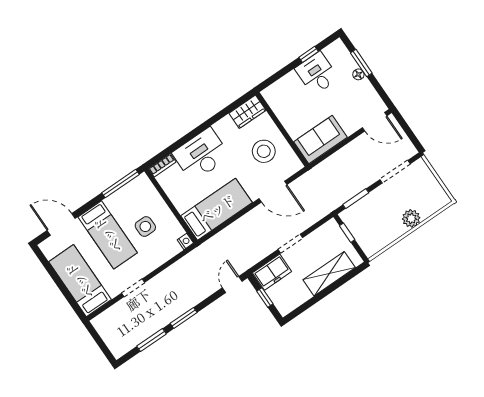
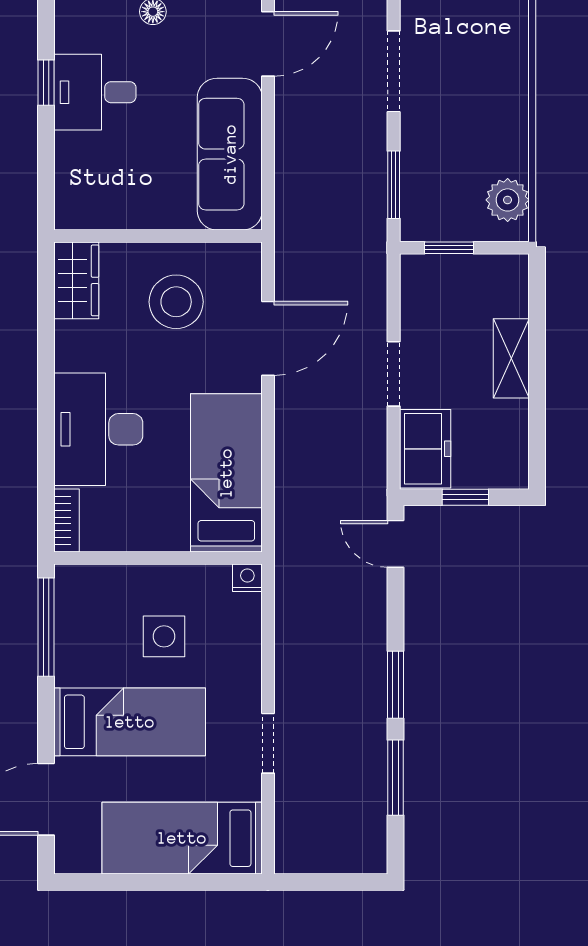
sofa: (321, 140) -> (230, 154), width x1.36
plant: (411, 218) -> (508, 200), moved
shelving: (329, 274) -> (511, 358), width x0.67, depth x0.75

